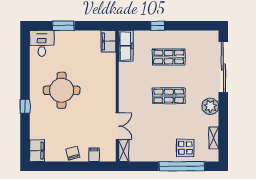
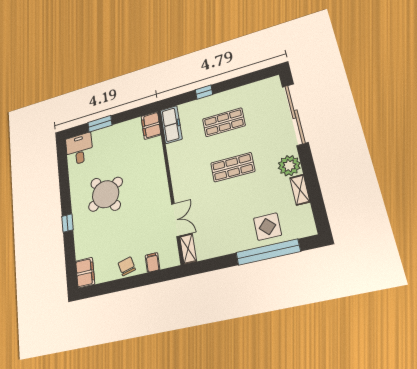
round table: (62, 90) -> (106, 194), turned -33
shelving: (214, 138) -> (300, 190), moved

